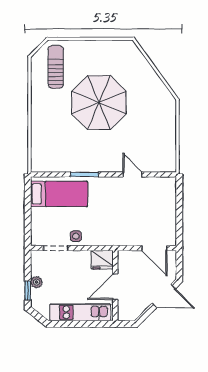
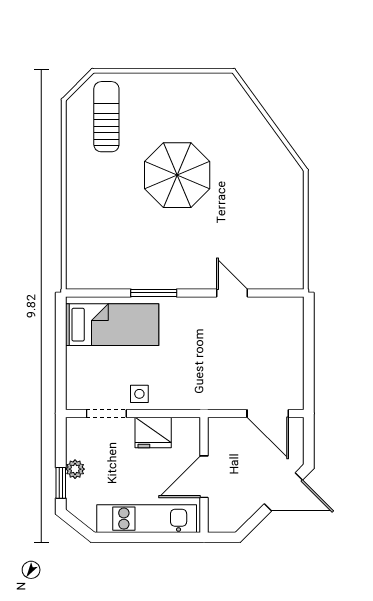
parasol: (99, 103) -> (177, 175), width x0.73, depth x0.73
fridge: (102, 260) -> (153, 432), moved

